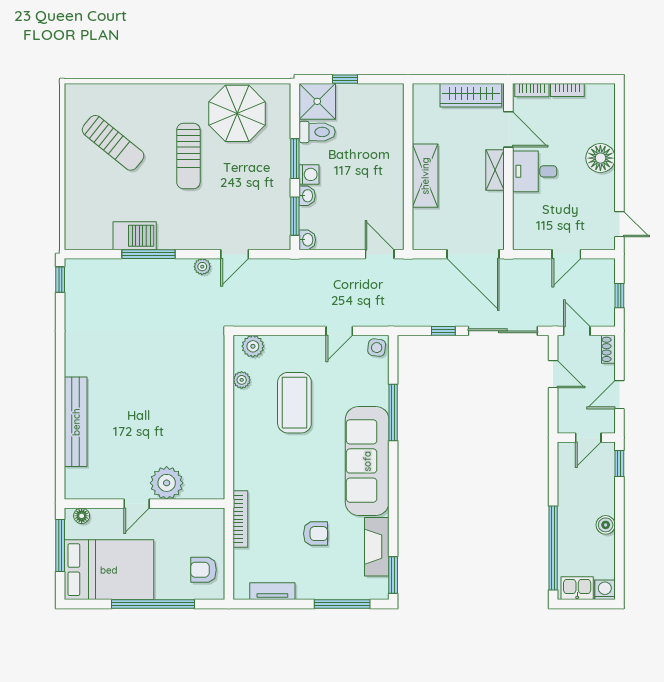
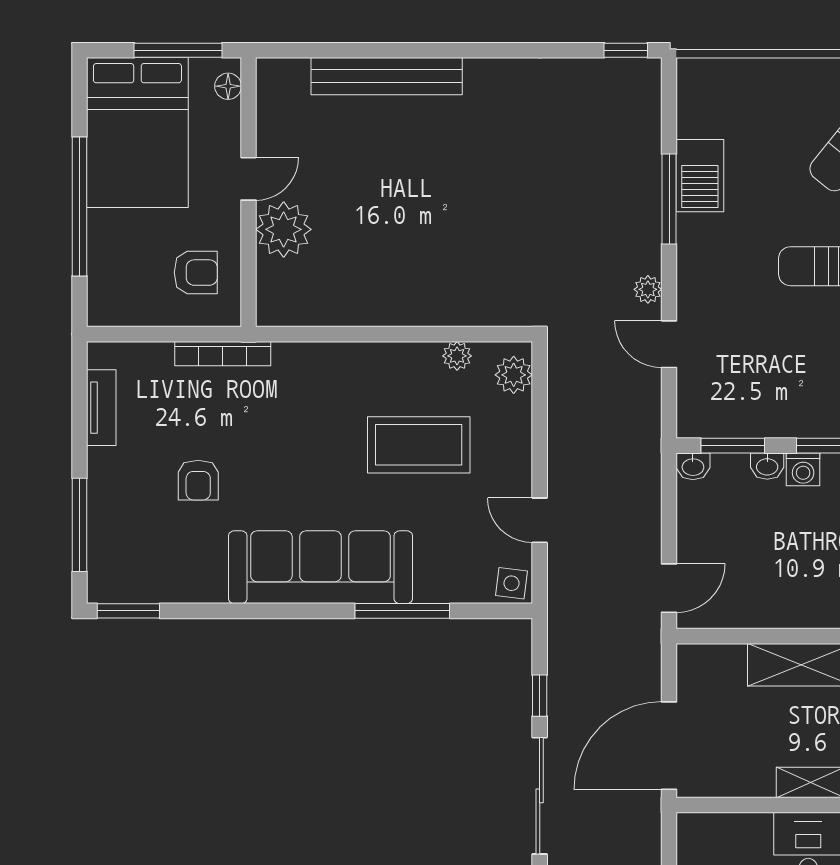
door: (137, 504) -> (248, 179), swing flipped
fireplace: (377, 547) -> (176, 583), removed
armchair: (204, 570) -> (196, 273), moved, turned 90

